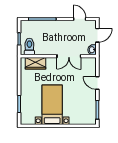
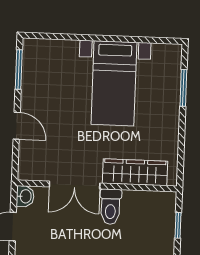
toilet: (29, 46) -> (111, 207), moved
double door: (69, 56) -> (75, 185), swing flipped
wardrobe: (35, 63) -> (135, 172), width x1.50

